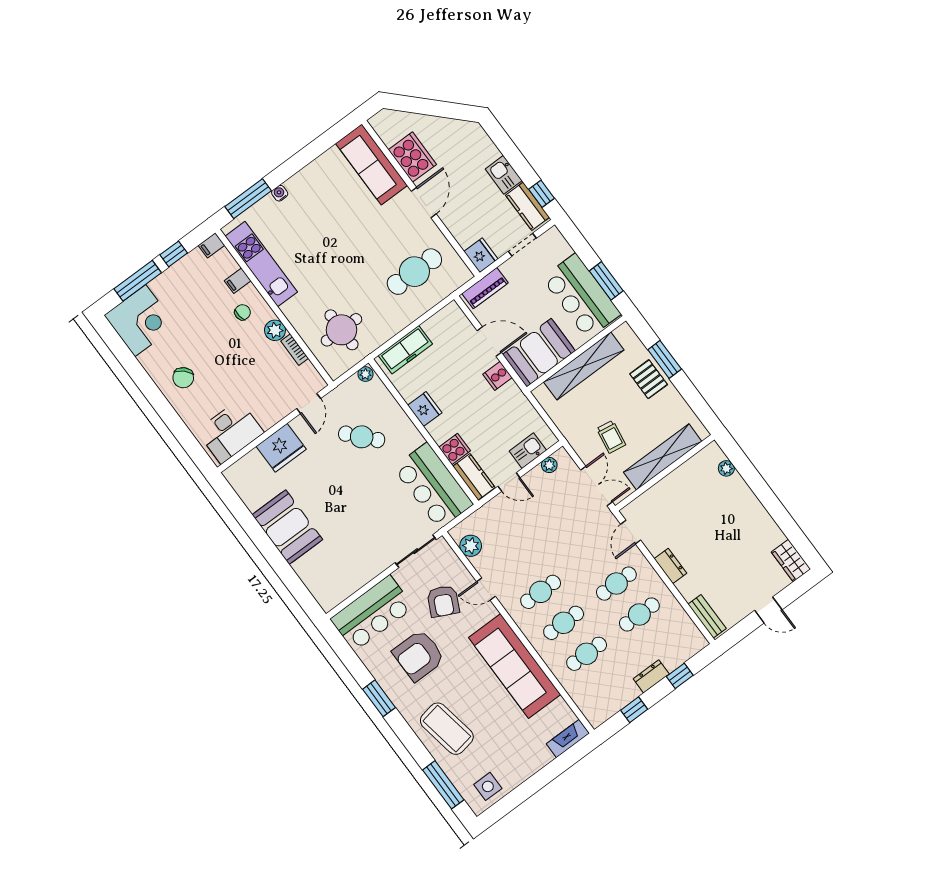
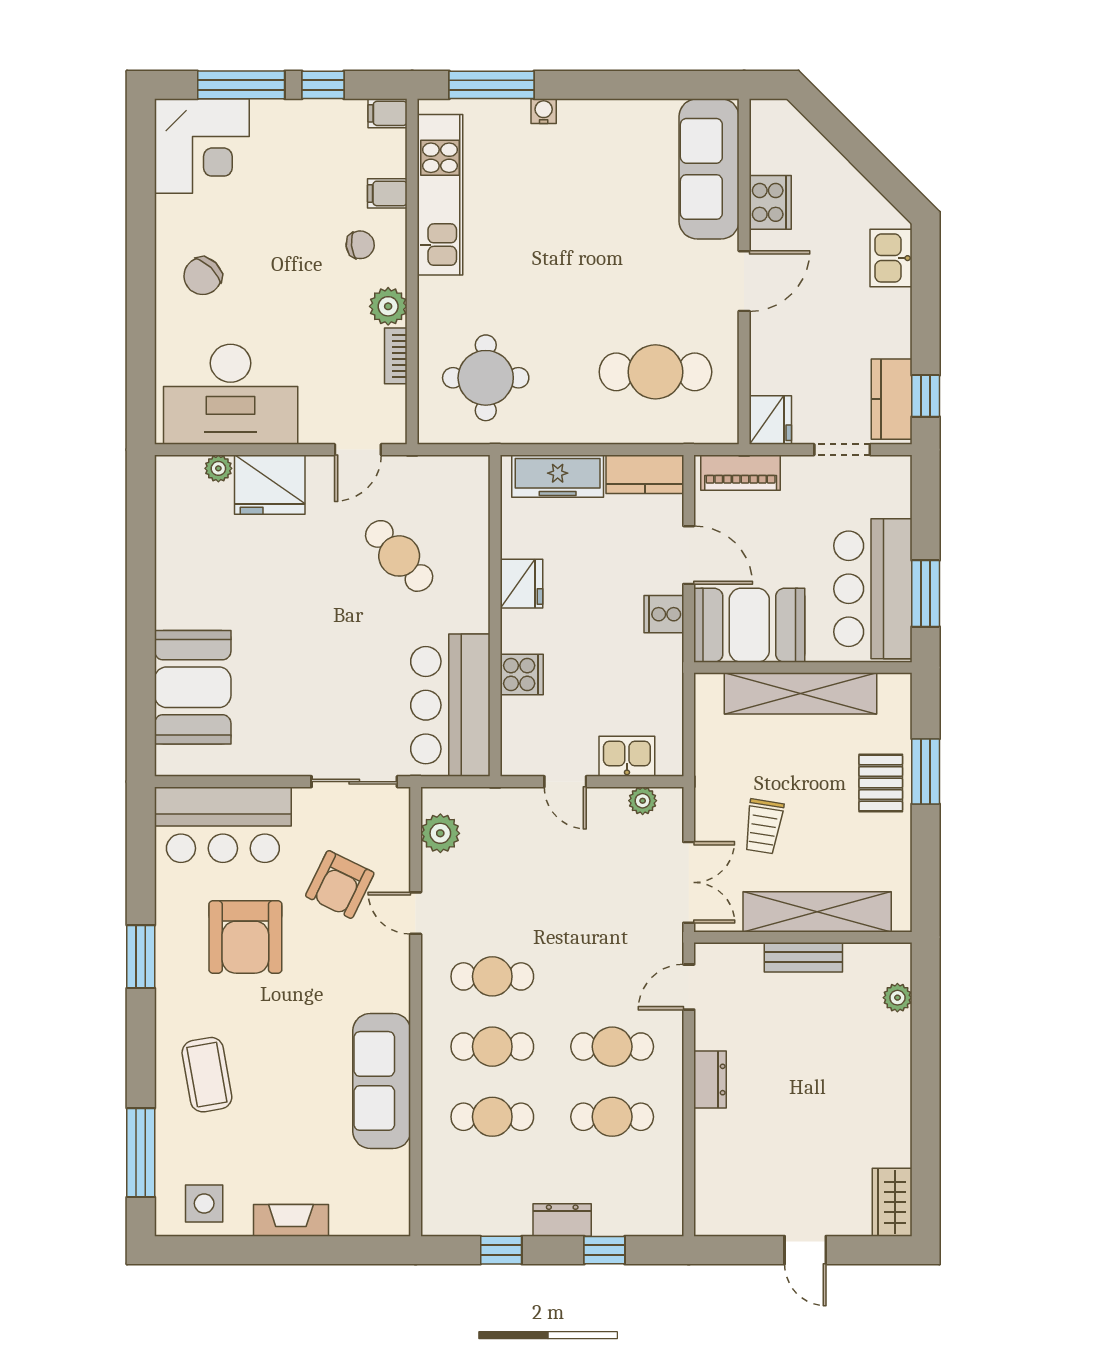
cooker: (412, 157) -> (770, 202), width x0.73, depth x0.76
kitchen sink: (504, 175) -> (891, 258), moved
plant: (365, 374) -> (218, 468), moved
desk: (230, 432) -> (231, 394), width x1.36, depth x1.30
kitchen counter: (474, 477) -> (645, 474), moved, turned 90
booth: (287, 527) -> (193, 687), moved
bench: (707, 616) -> (803, 957), moved, turned 90
armchair: (419, 655) -> (245, 937), turned -90
sofa: (515, 666) -> (382, 1081), width x0.74, depth x0.79
coffee table: (447, 729) -> (207, 1075), width x0.73, depth x0.76
fireplace: (568, 739) -> (291, 1220), moved

